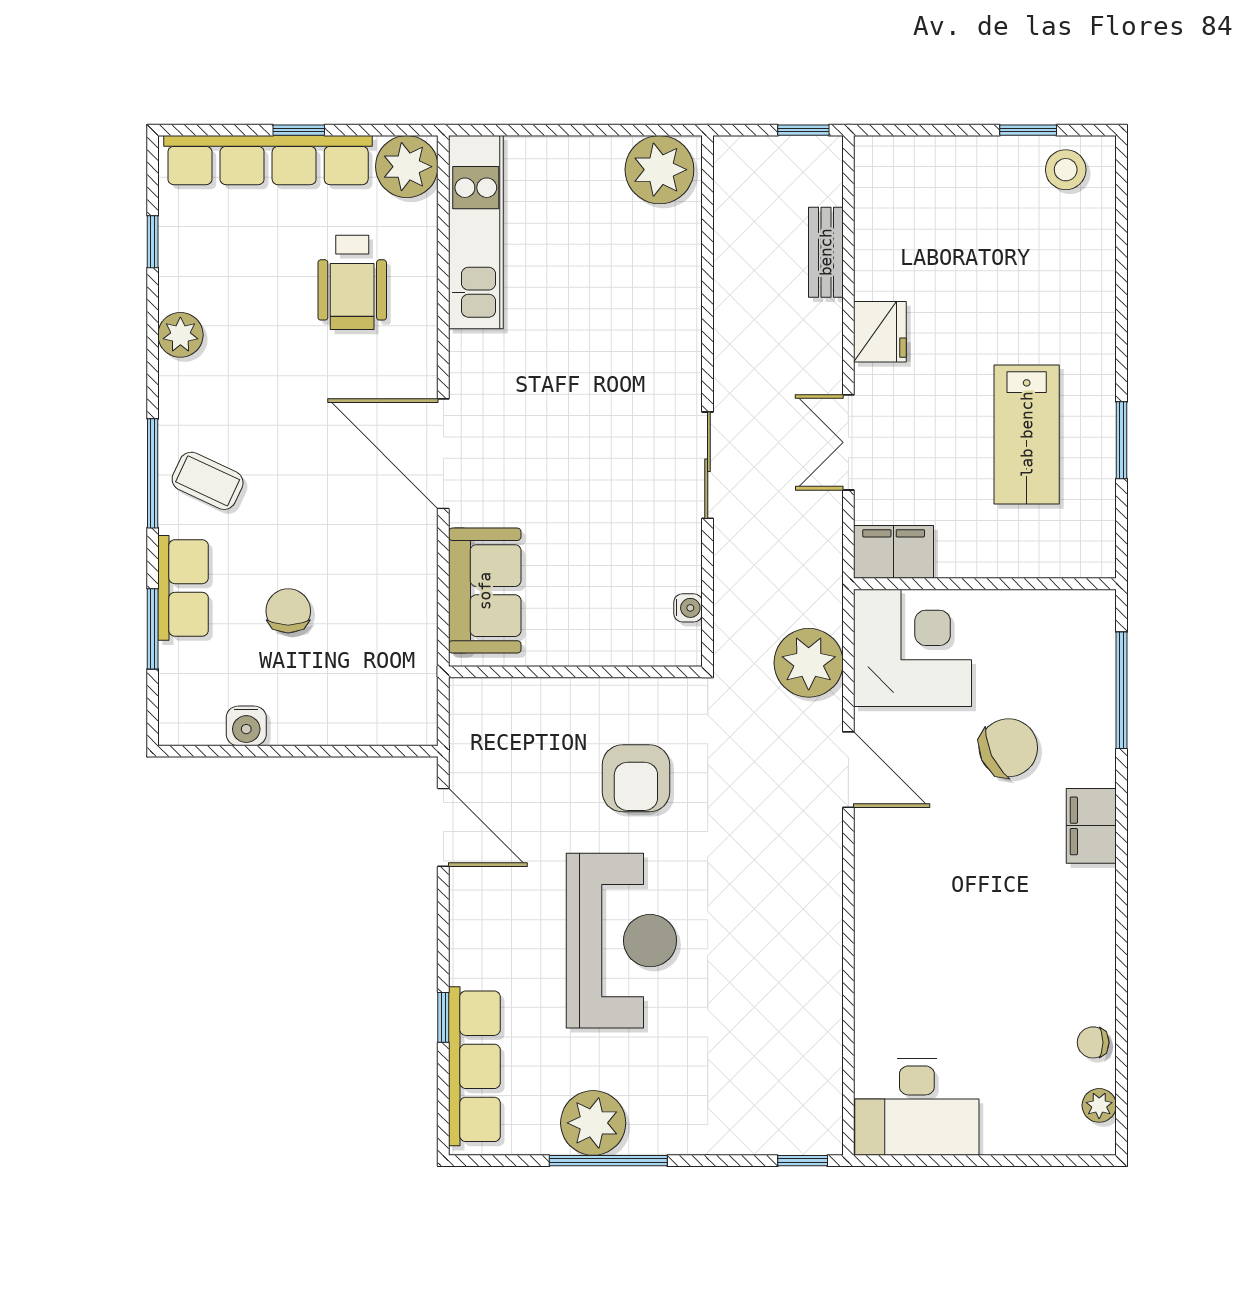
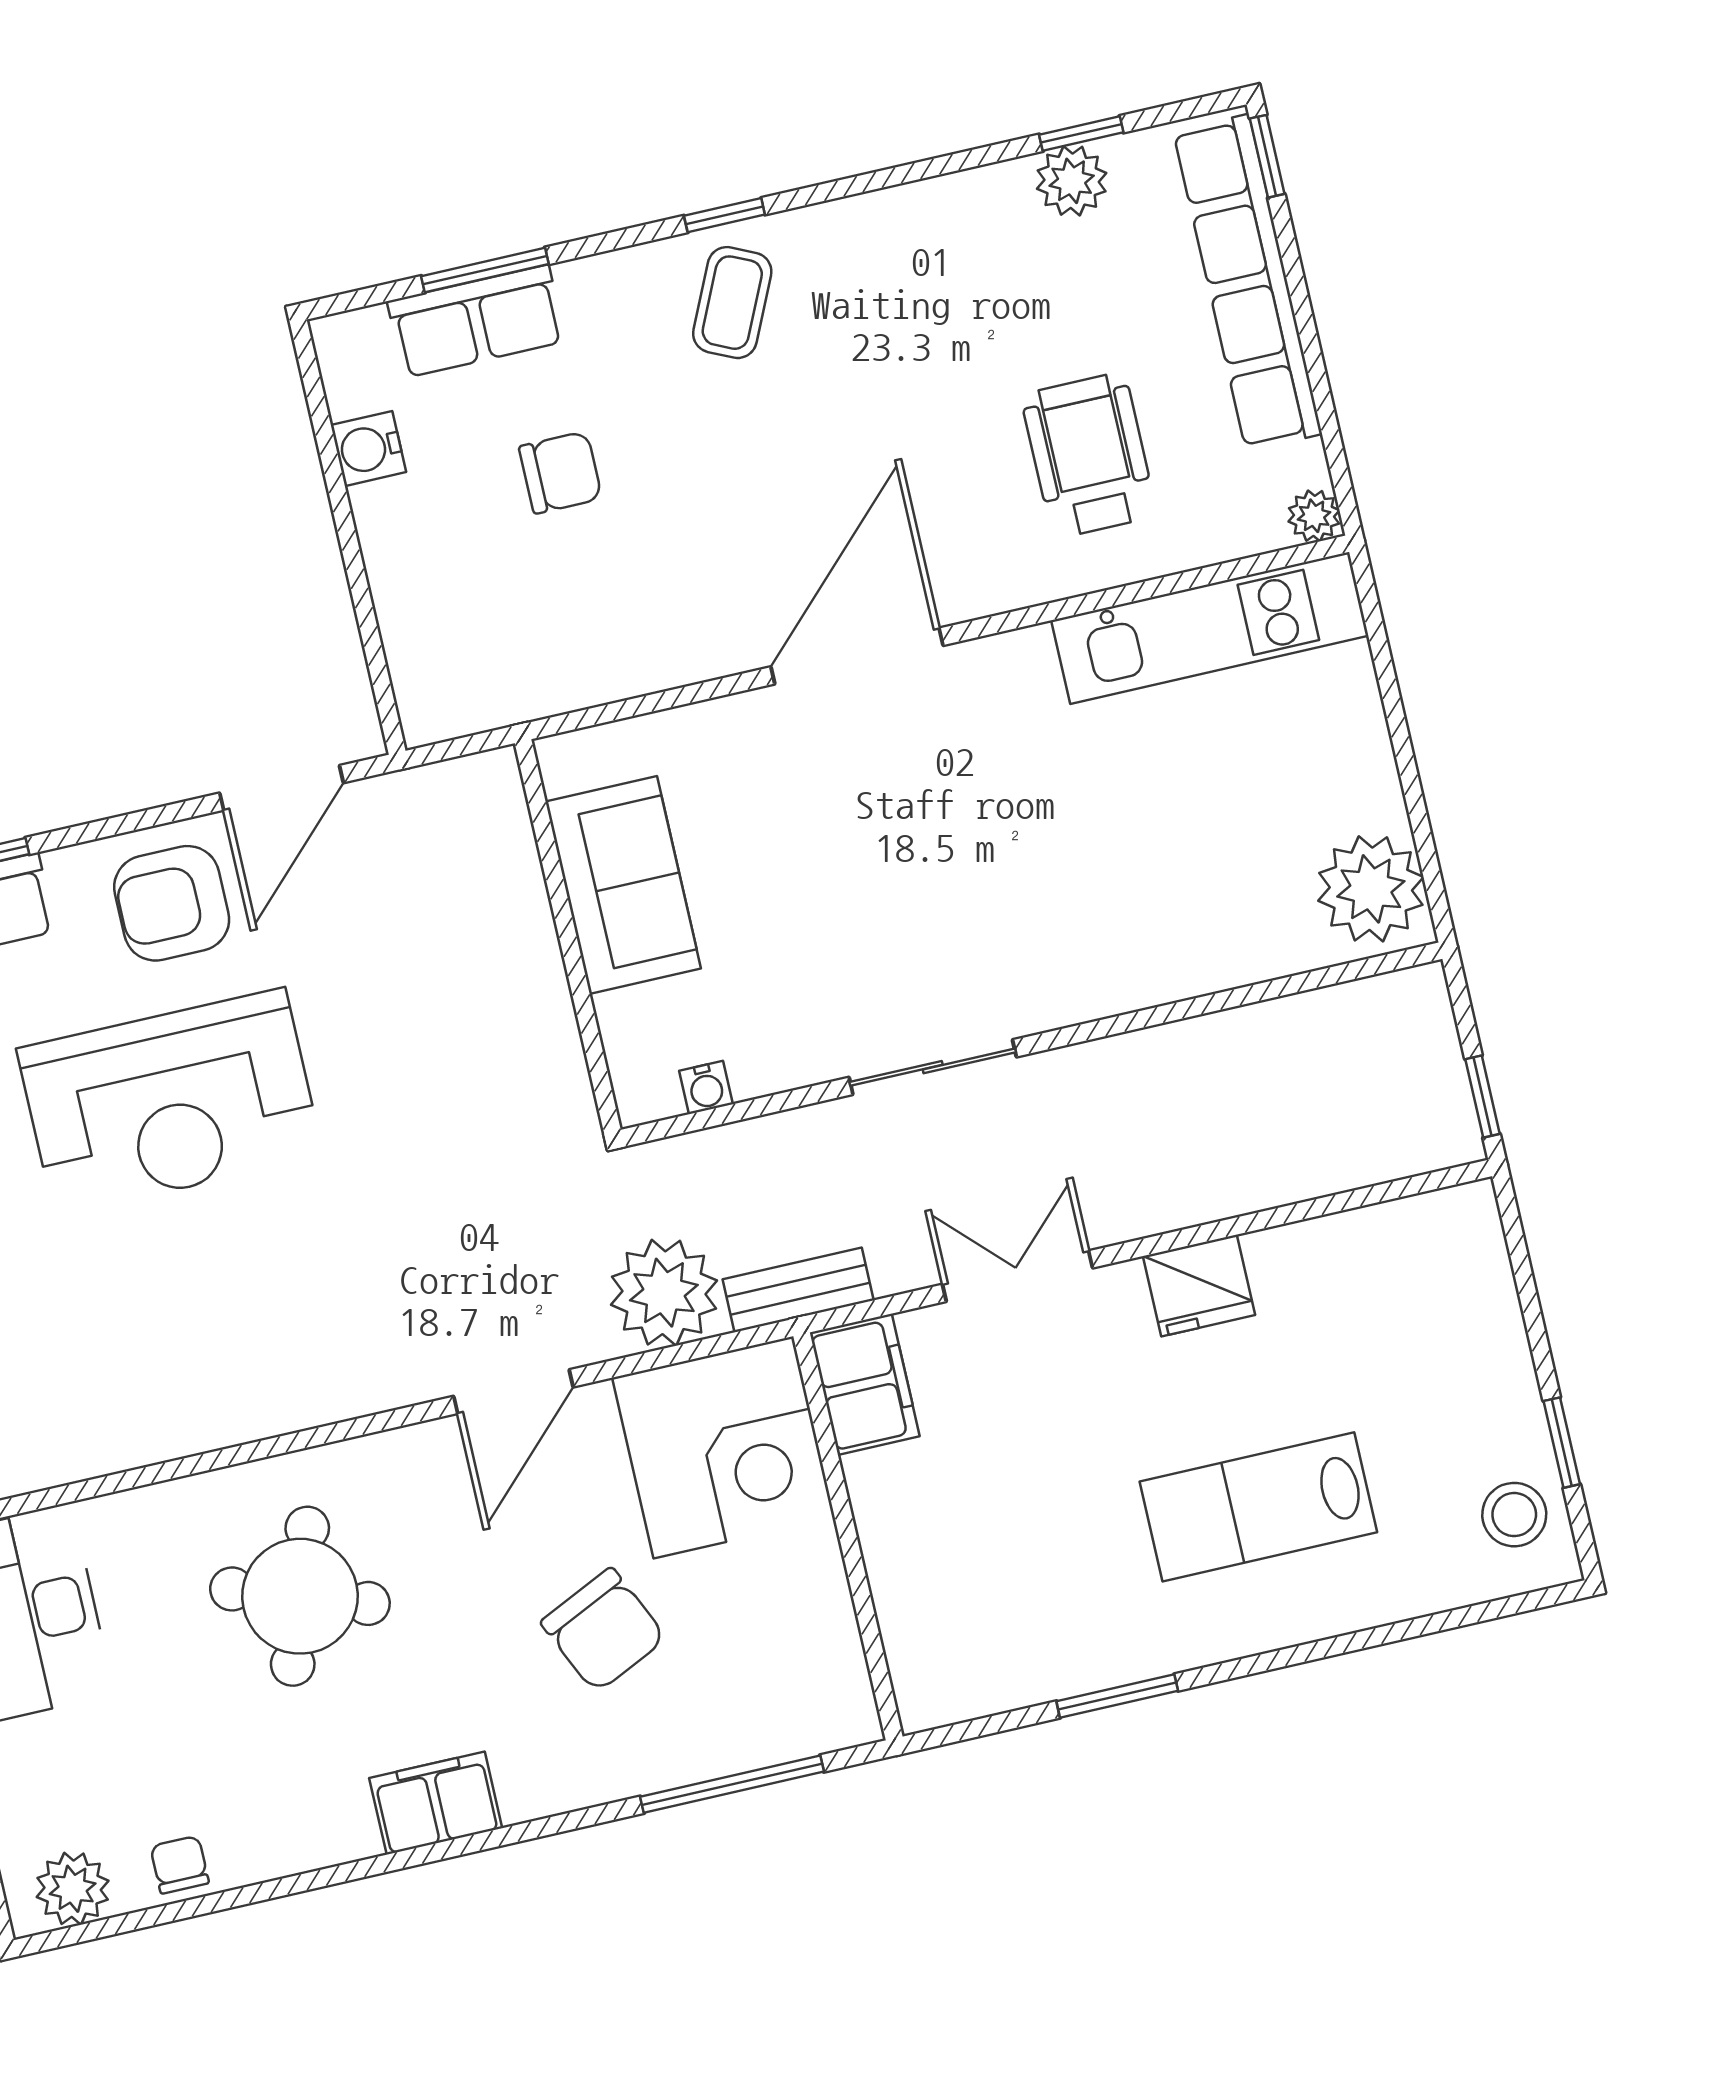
window: (299, 130) -> (1267, 156), moved
plant: (407, 167) -> (1314, 516), width x0.53, depth x0.53
bench: (826, 252) -> (798, 1290), moved
wheelchair: (352, 282) -> (1089, 455), turned 90
plant: (180, 335) -> (1072, 181), moved
lab bench: (1027, 434) -> (1258, 1507), moved
window: (153, 473) -> (724, 215), width x0.46
row of seats: (183, 588) -> (476, 321), moved
sofa: (485, 591) -> (623, 885), moved, turned -90
armchair: (636, 778) -> (172, 903), moved
filing cabinet: (1091, 826) -> (436, 1803), moved
round table: (945, 930) -> (300, 1596), added
plant: (1099, 1105) -> (73, 1889), width x1.38, depth x1.38

